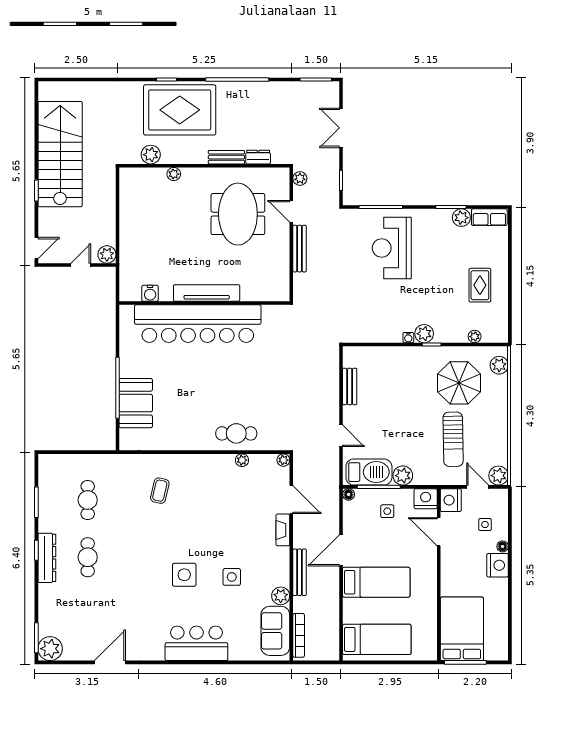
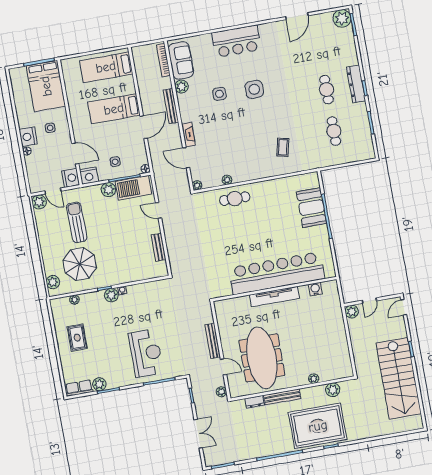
bench: (226, 157) -> (282, 397), width x1.36
meeting table: (238, 214) -> (262, 358), width x1.36
side table: (485, 524) -> (50, 128), moved

